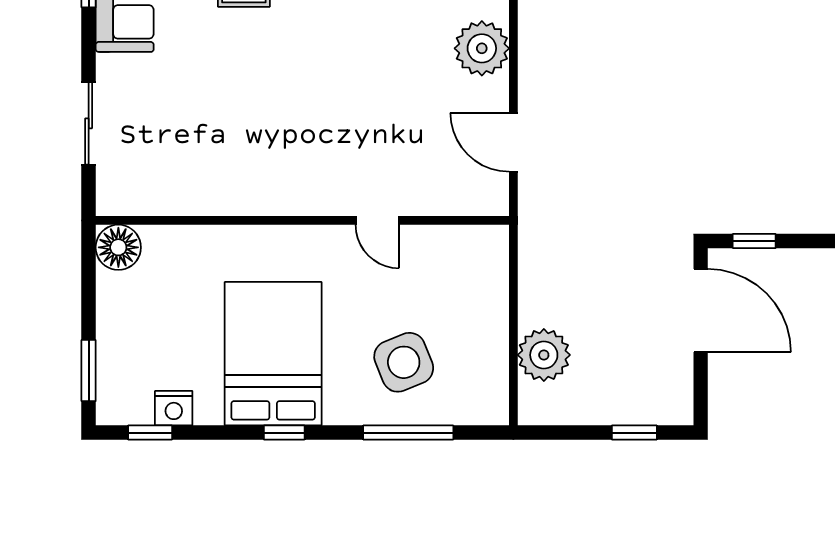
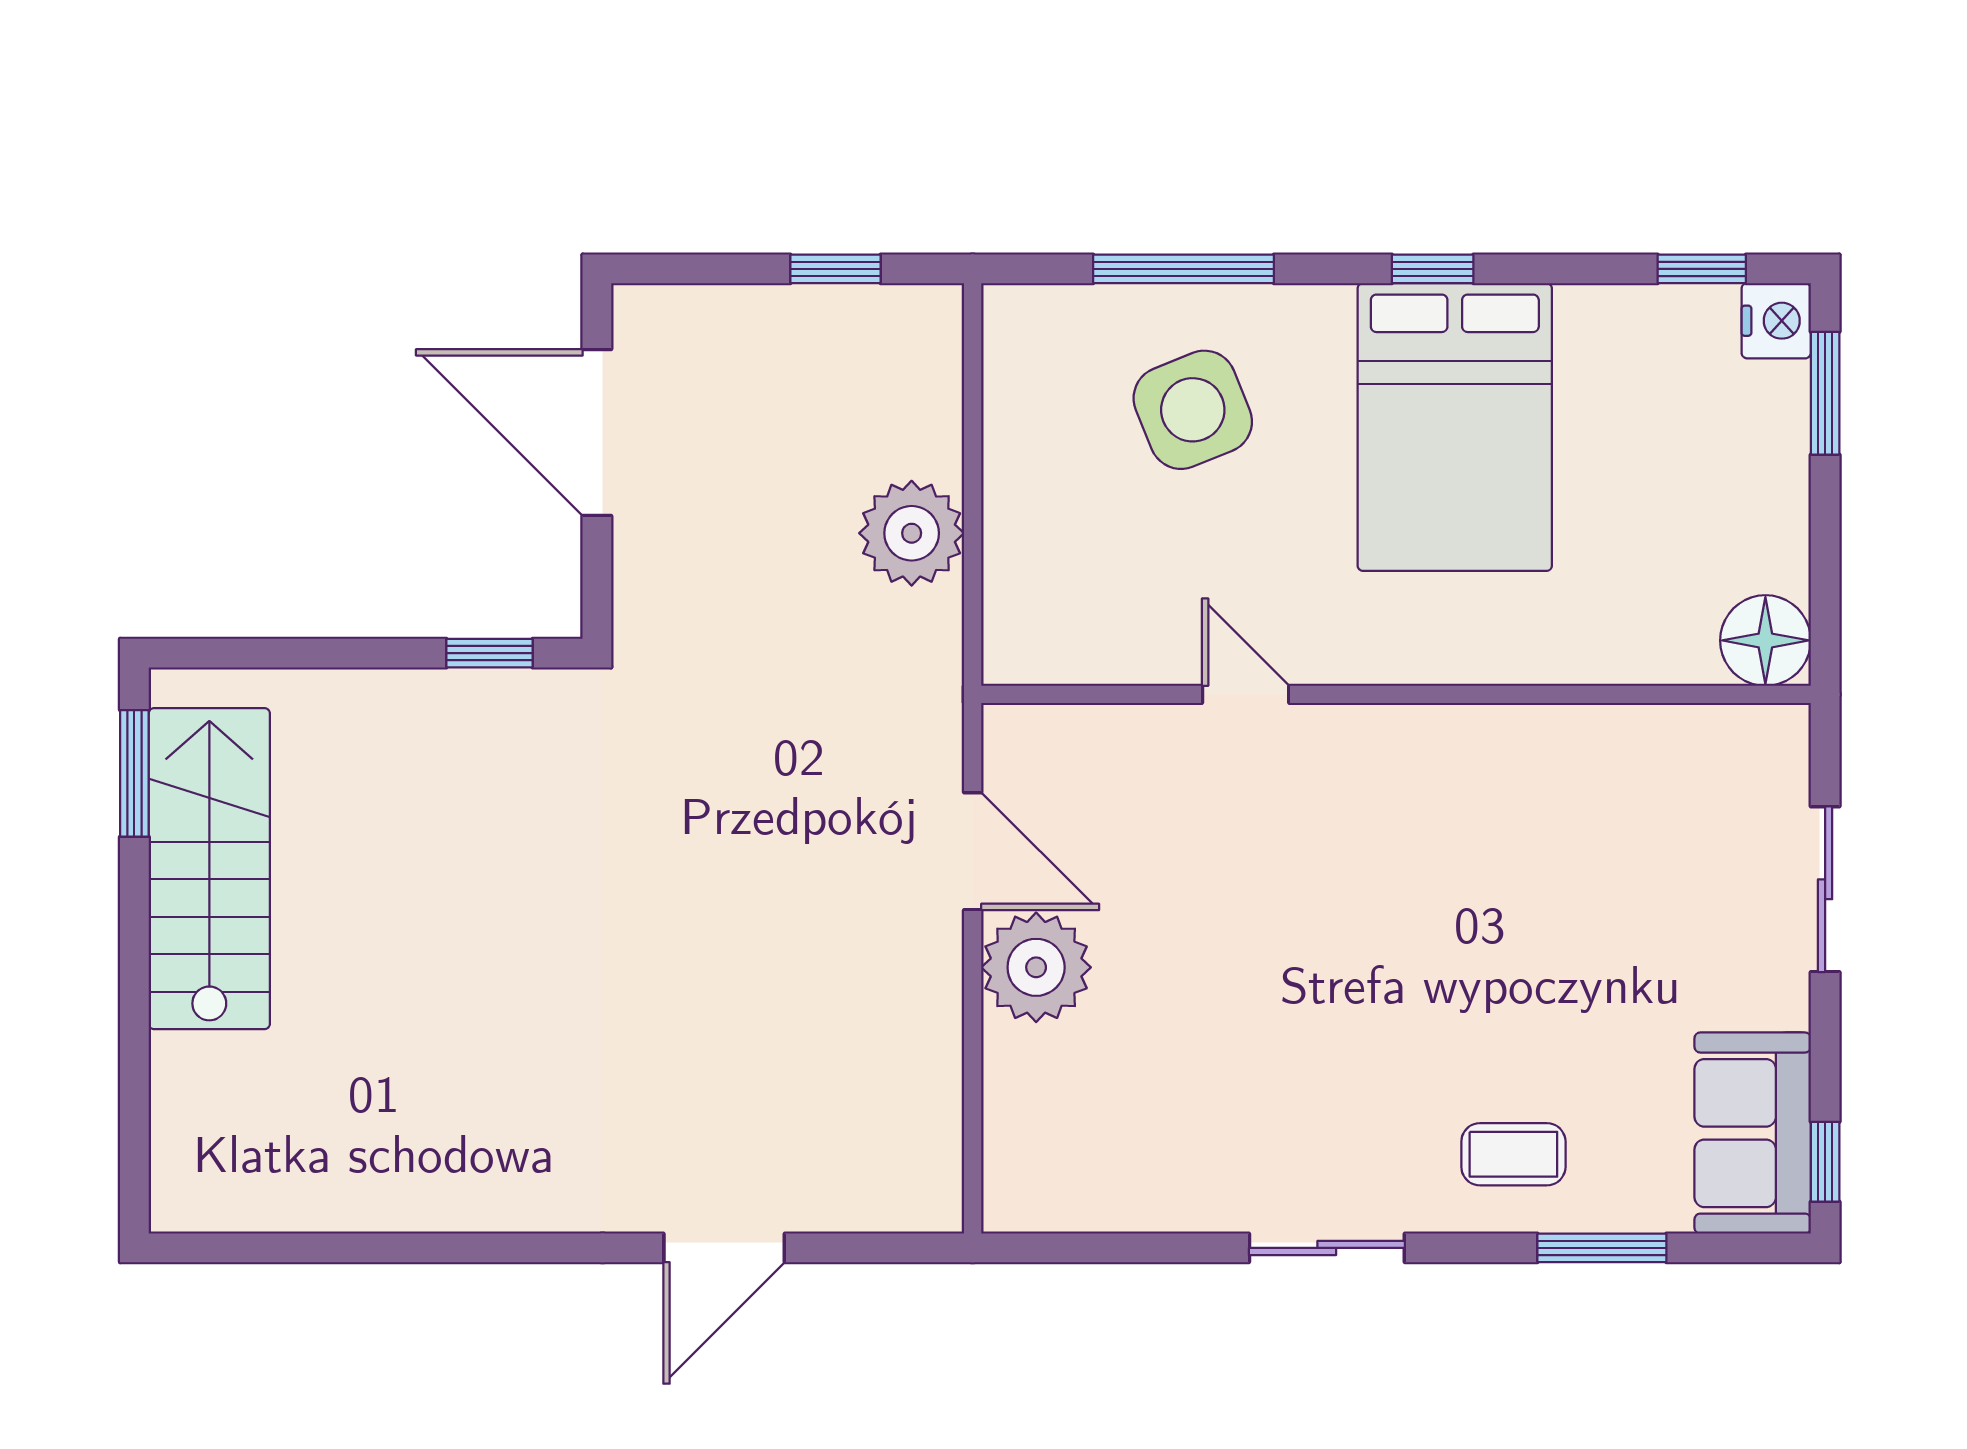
plant: (482, 48) -> (1036, 967), moved
door: (701, 311) -> (597, 433), moved
plant: (544, 355) -> (912, 533), moved
nightstand: (174, 408) -> (1776, 321), moved, turned 90
window: (634, 433) -> (836, 269), moved

